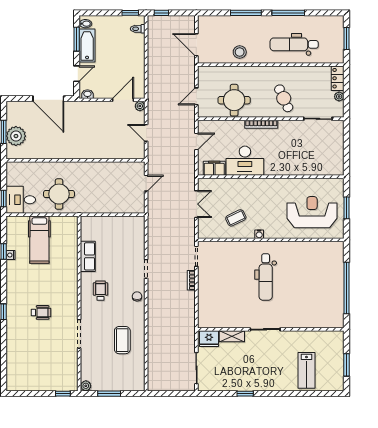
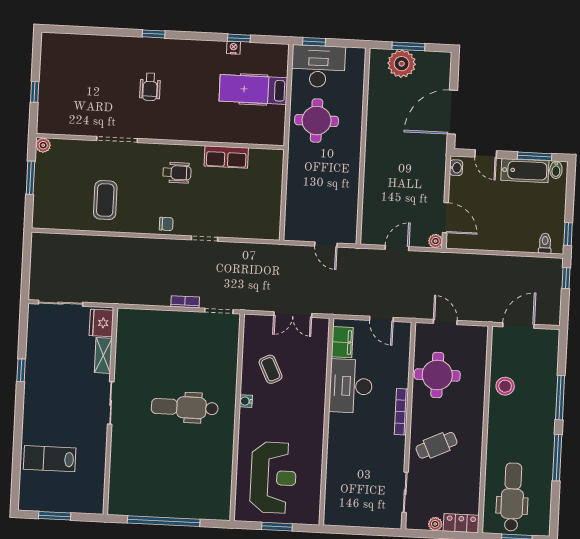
dental chair: (294, 44) -> (512, 497), moved
desk: (21, 200) -> (318, 66), width x1.37
coffee table: (122, 340) -> (105, 200), turned 90
window: (63, 394) -> (35, 92), moved

